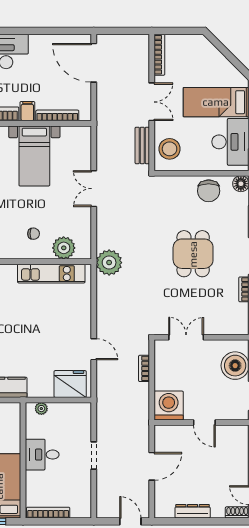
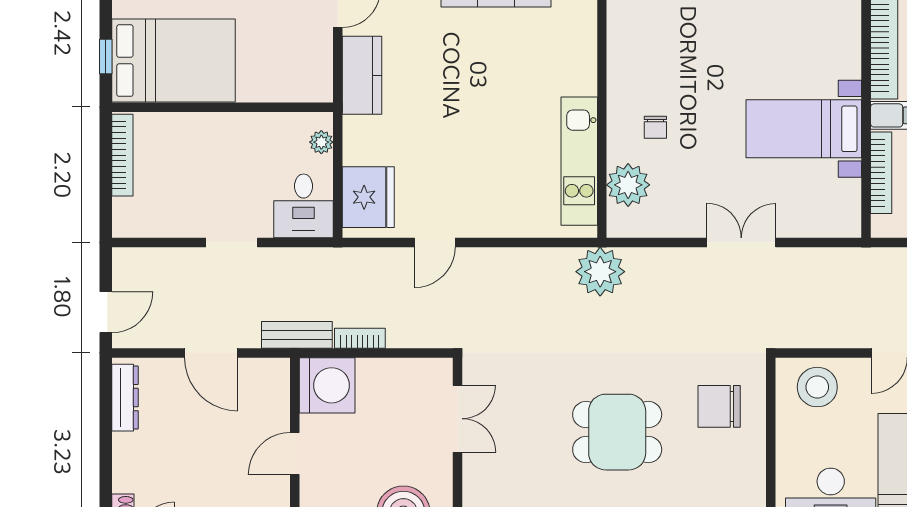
bench: (142, 145) -> (297, 335), moved
chair: (209, 191) -> (719, 406), moved
bookcase: (144, 368) -> (360, 338), moved
desk: (42, 455) -> (303, 206), moved, turned 180
dresser: (193, 511) -> (125, 398), moved

